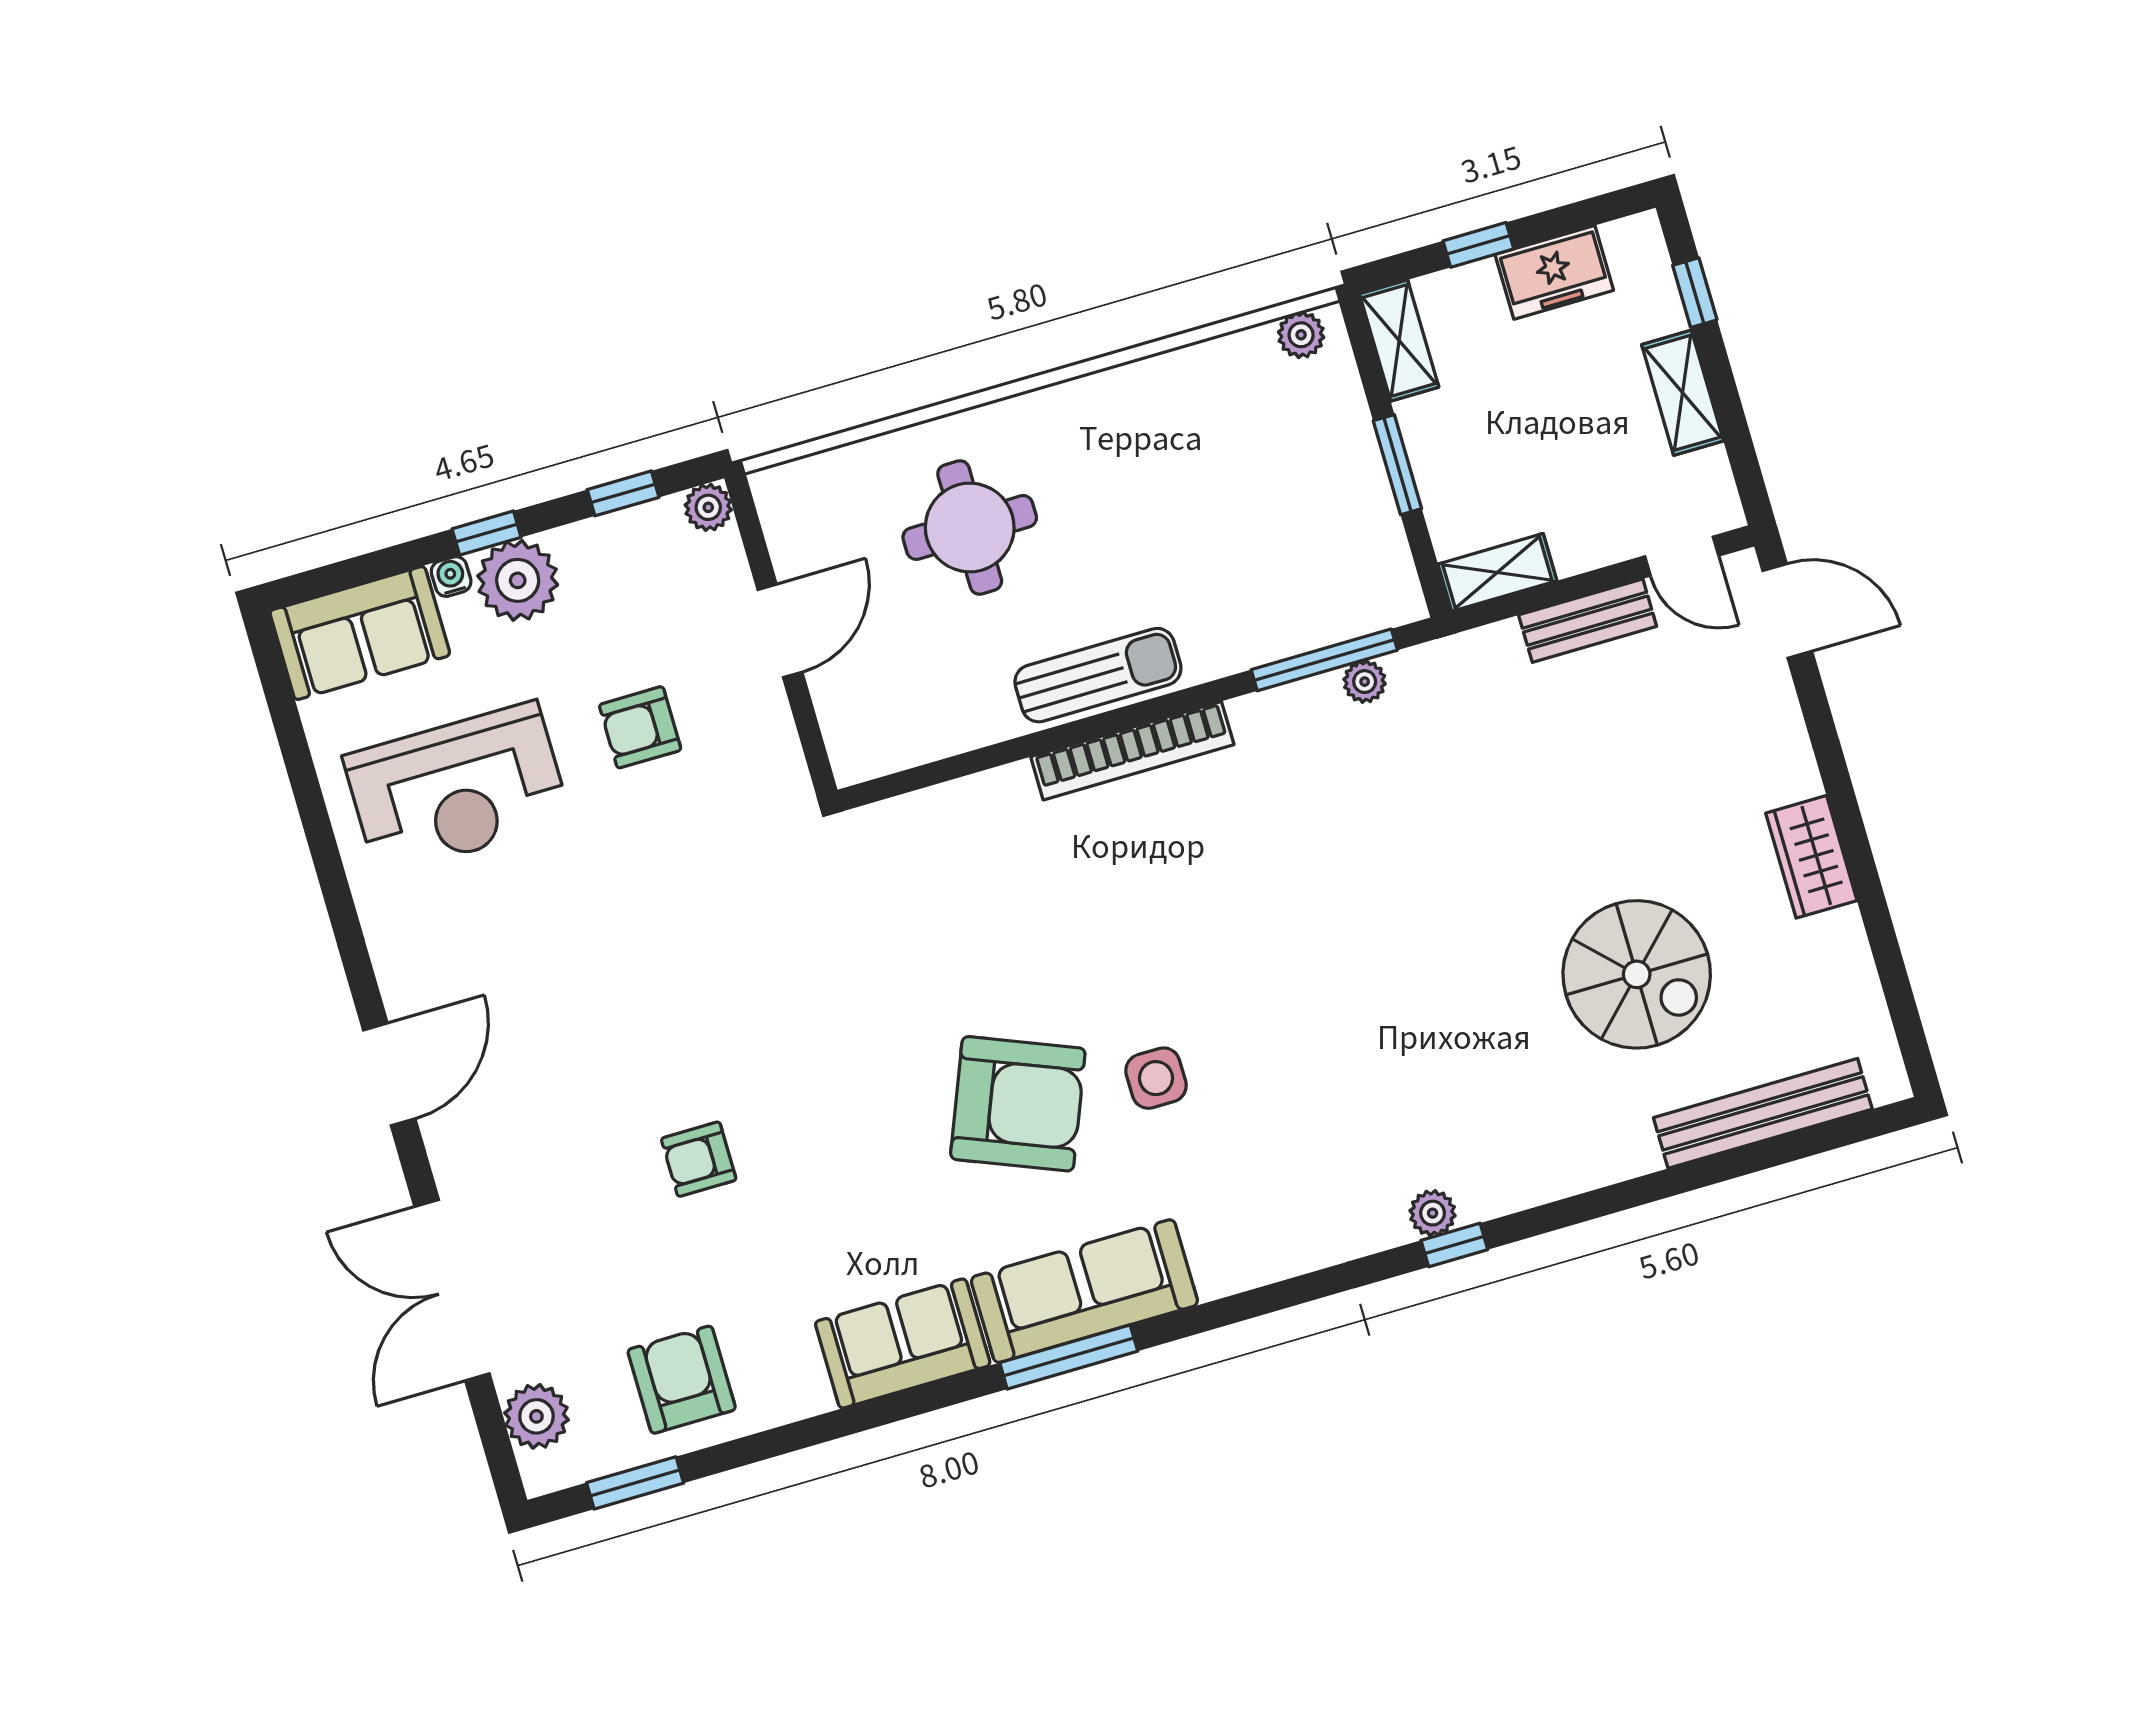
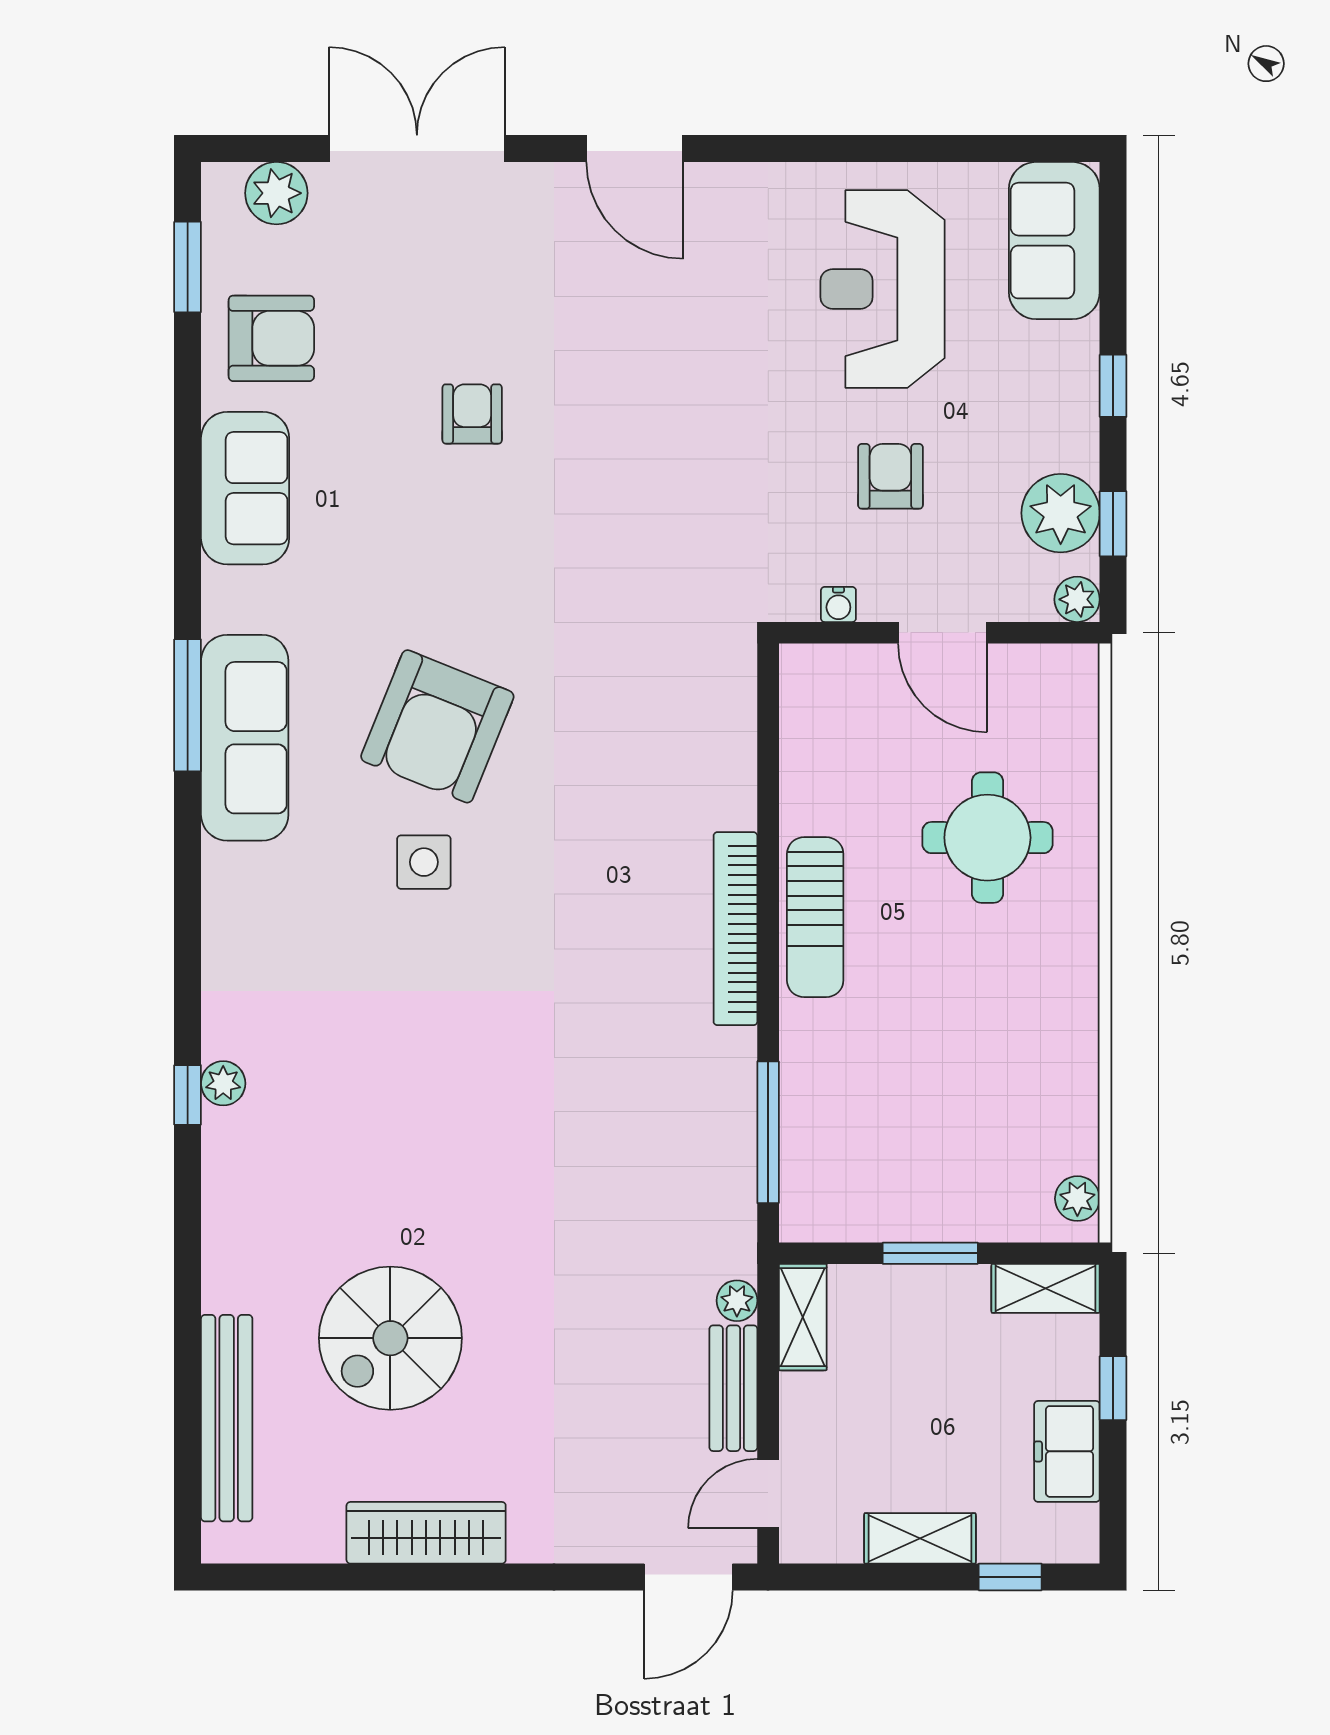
water cooler: (451, 577) -> (838, 604), moved, turned 90
plant: (518, 580) -> (1061, 513), moved
plant: (1365, 682) -> (737, 1301), moved
wardrobe: (1811, 857) -> (426, 1533), width x1.50
sofa: (903, 1344) -> (245, 488), moved

